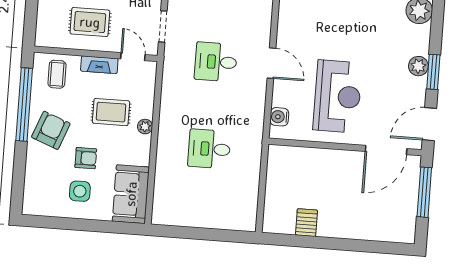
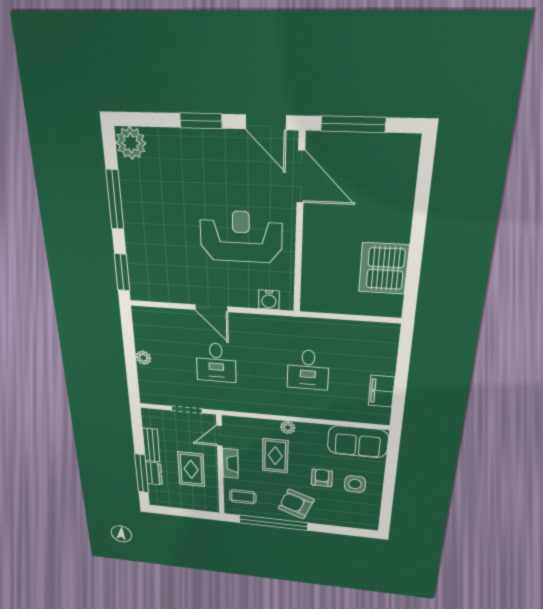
door: (271, 63) -> (211, 308), swing flipped
plant: (418, 66) -> (196, 141), removed
filing cabinet: (188, 216) -> (381, 391), added
server rack: (306, 223) -> (384, 268), width x2.18, depth x1.44

